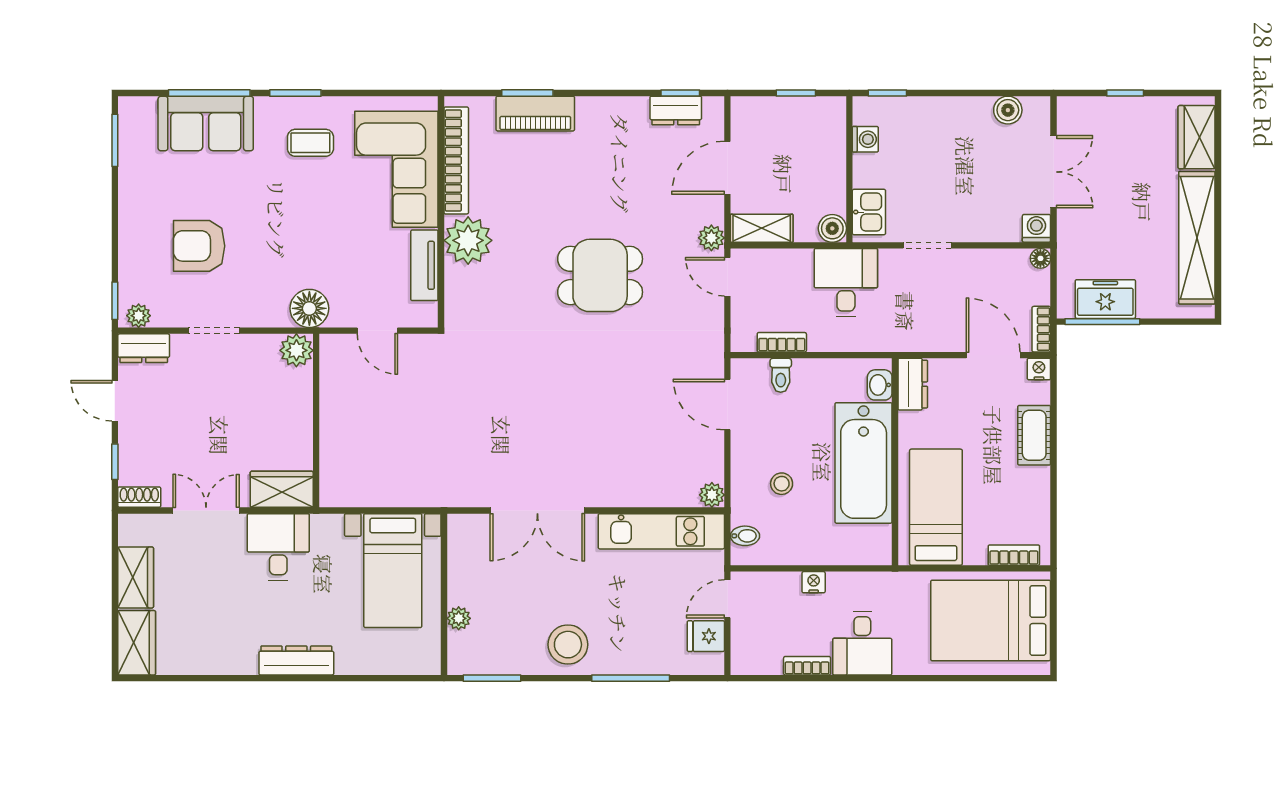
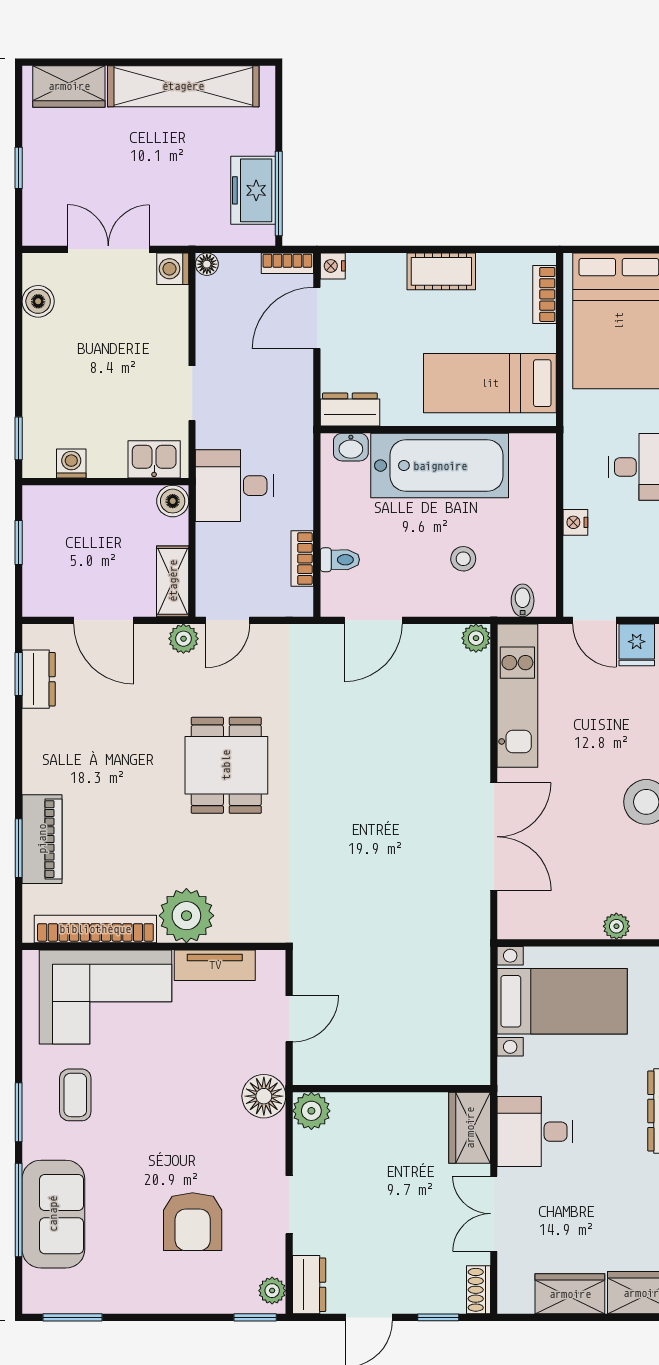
cot: (1034, 435) -> (441, 271), moved

